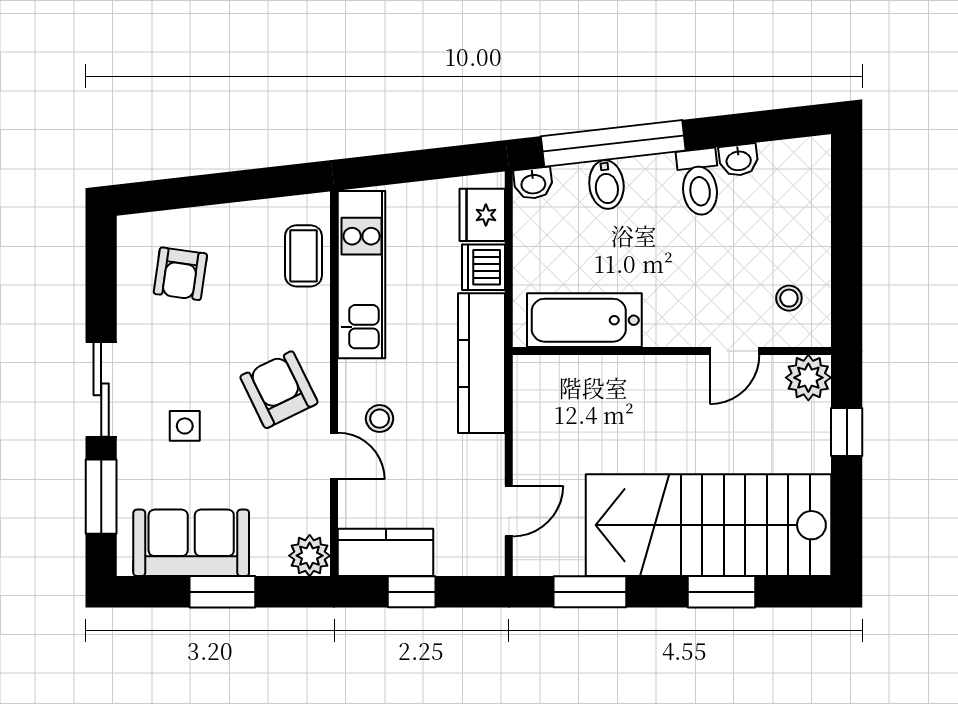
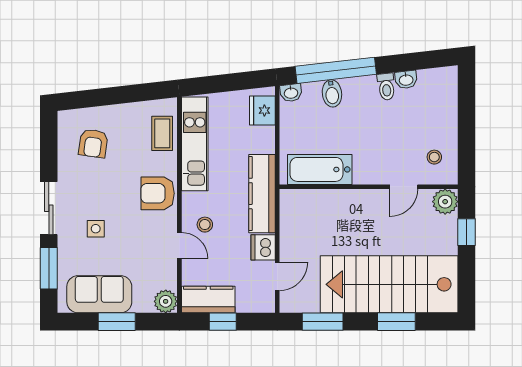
toilet: (699, 182) -> (386, 87), width x0.73, depth x0.72
dishwasher: (484, 267) -> (263, 247), moved
armchair: (279, 390) -> (158, 193), moved, turned -64

